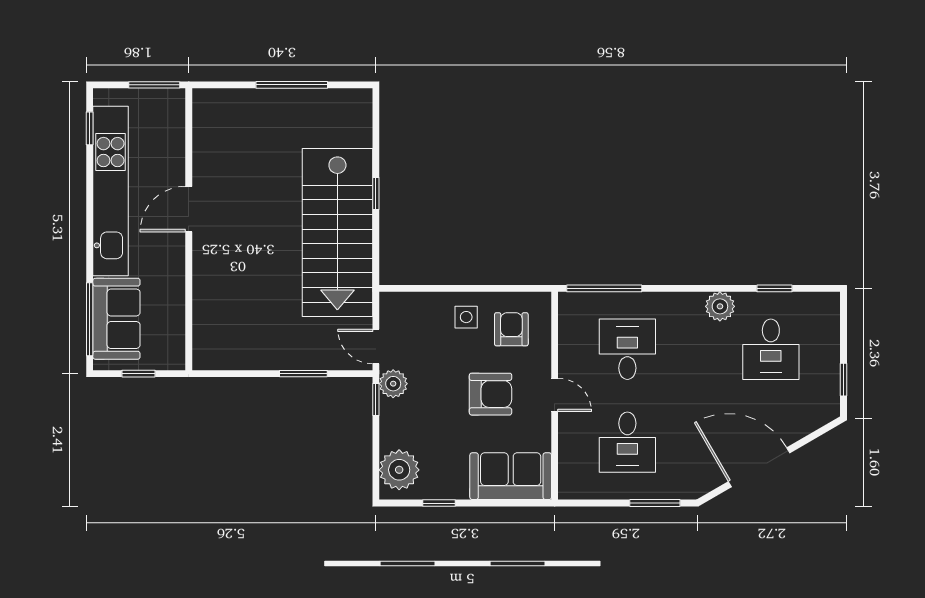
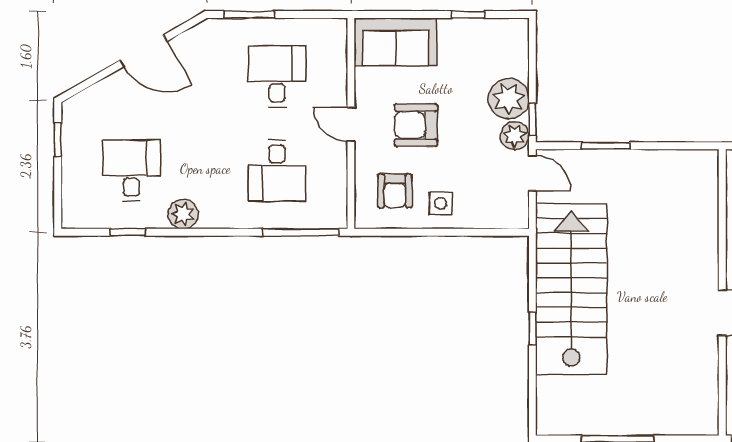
door: (759, 467) -> (143, 51), width x0.73
plant: (399, 470) -> (509, 99), moved

